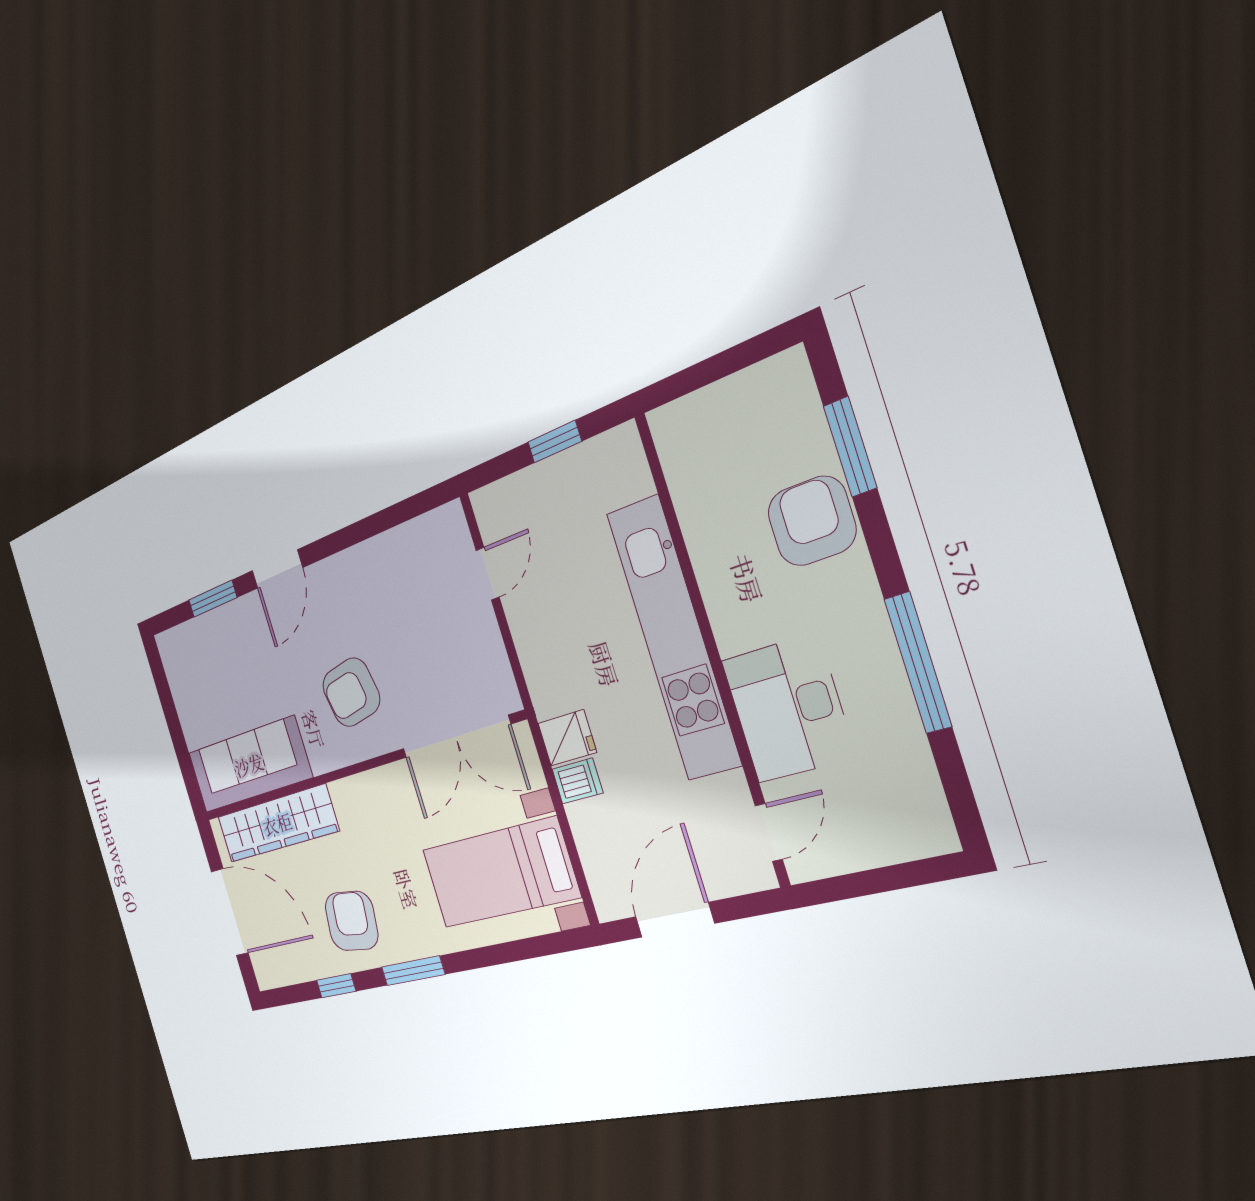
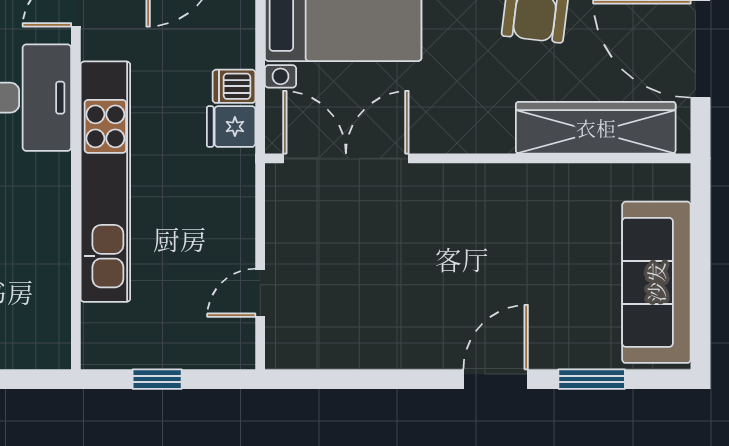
armchair: (351, 692) -> (450, 233), removed
sofa: (249, 765) -> (656, 282), moved, turned 90

